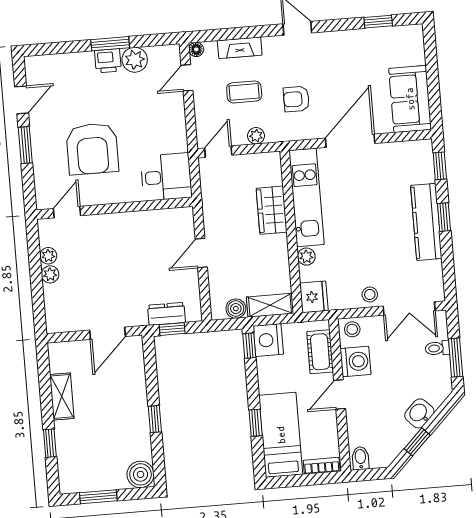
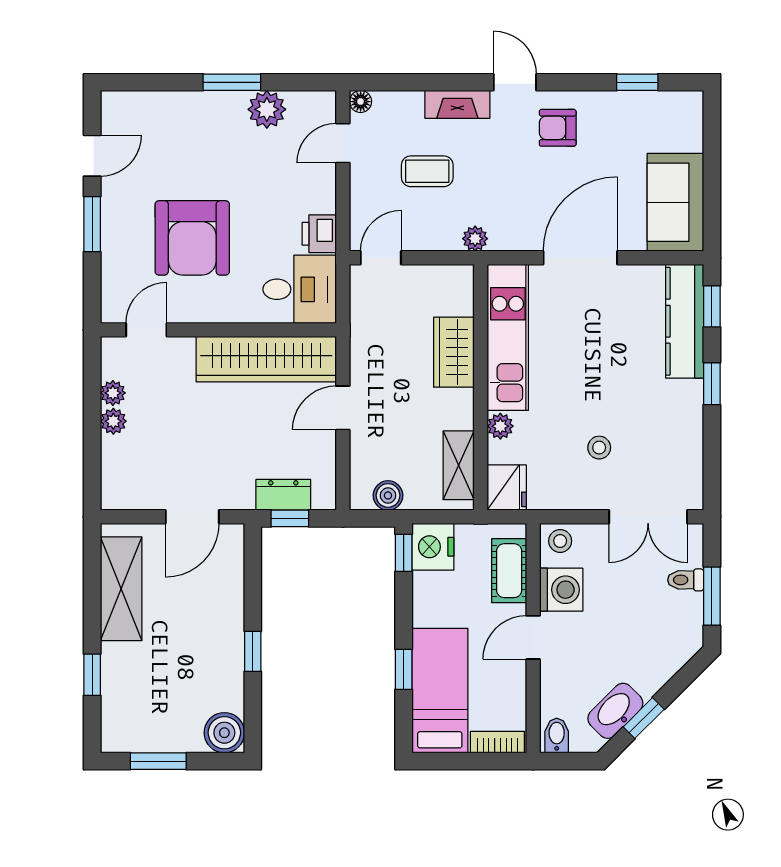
fireplace: (240, 48) -> (457, 104), moved
printer: (108, 61) -> (319, 234), moved, turned 90
armchair: (296, 99) -> (558, 128), moved
plant: (256, 136) -> (475, 239), moved
kitchen counter: (426, 222) -> (685, 321), moved
wardrobe: (148, 225) -> (266, 359), added
stool: (370, 294) -> (599, 448), moved
shelving: (270, 305) -> (459, 465), moved, turned 90
shelving: (62, 396) -> (121, 589), width x1.50, depth x1.33
washbasin: (419, 413) -> (615, 711), moved, width x1.38

